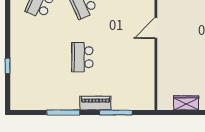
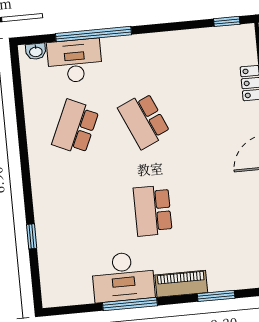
desk: (61, 96) -> (123, 277), added
window: (116, 113) -> (216, 296), width x0.69

